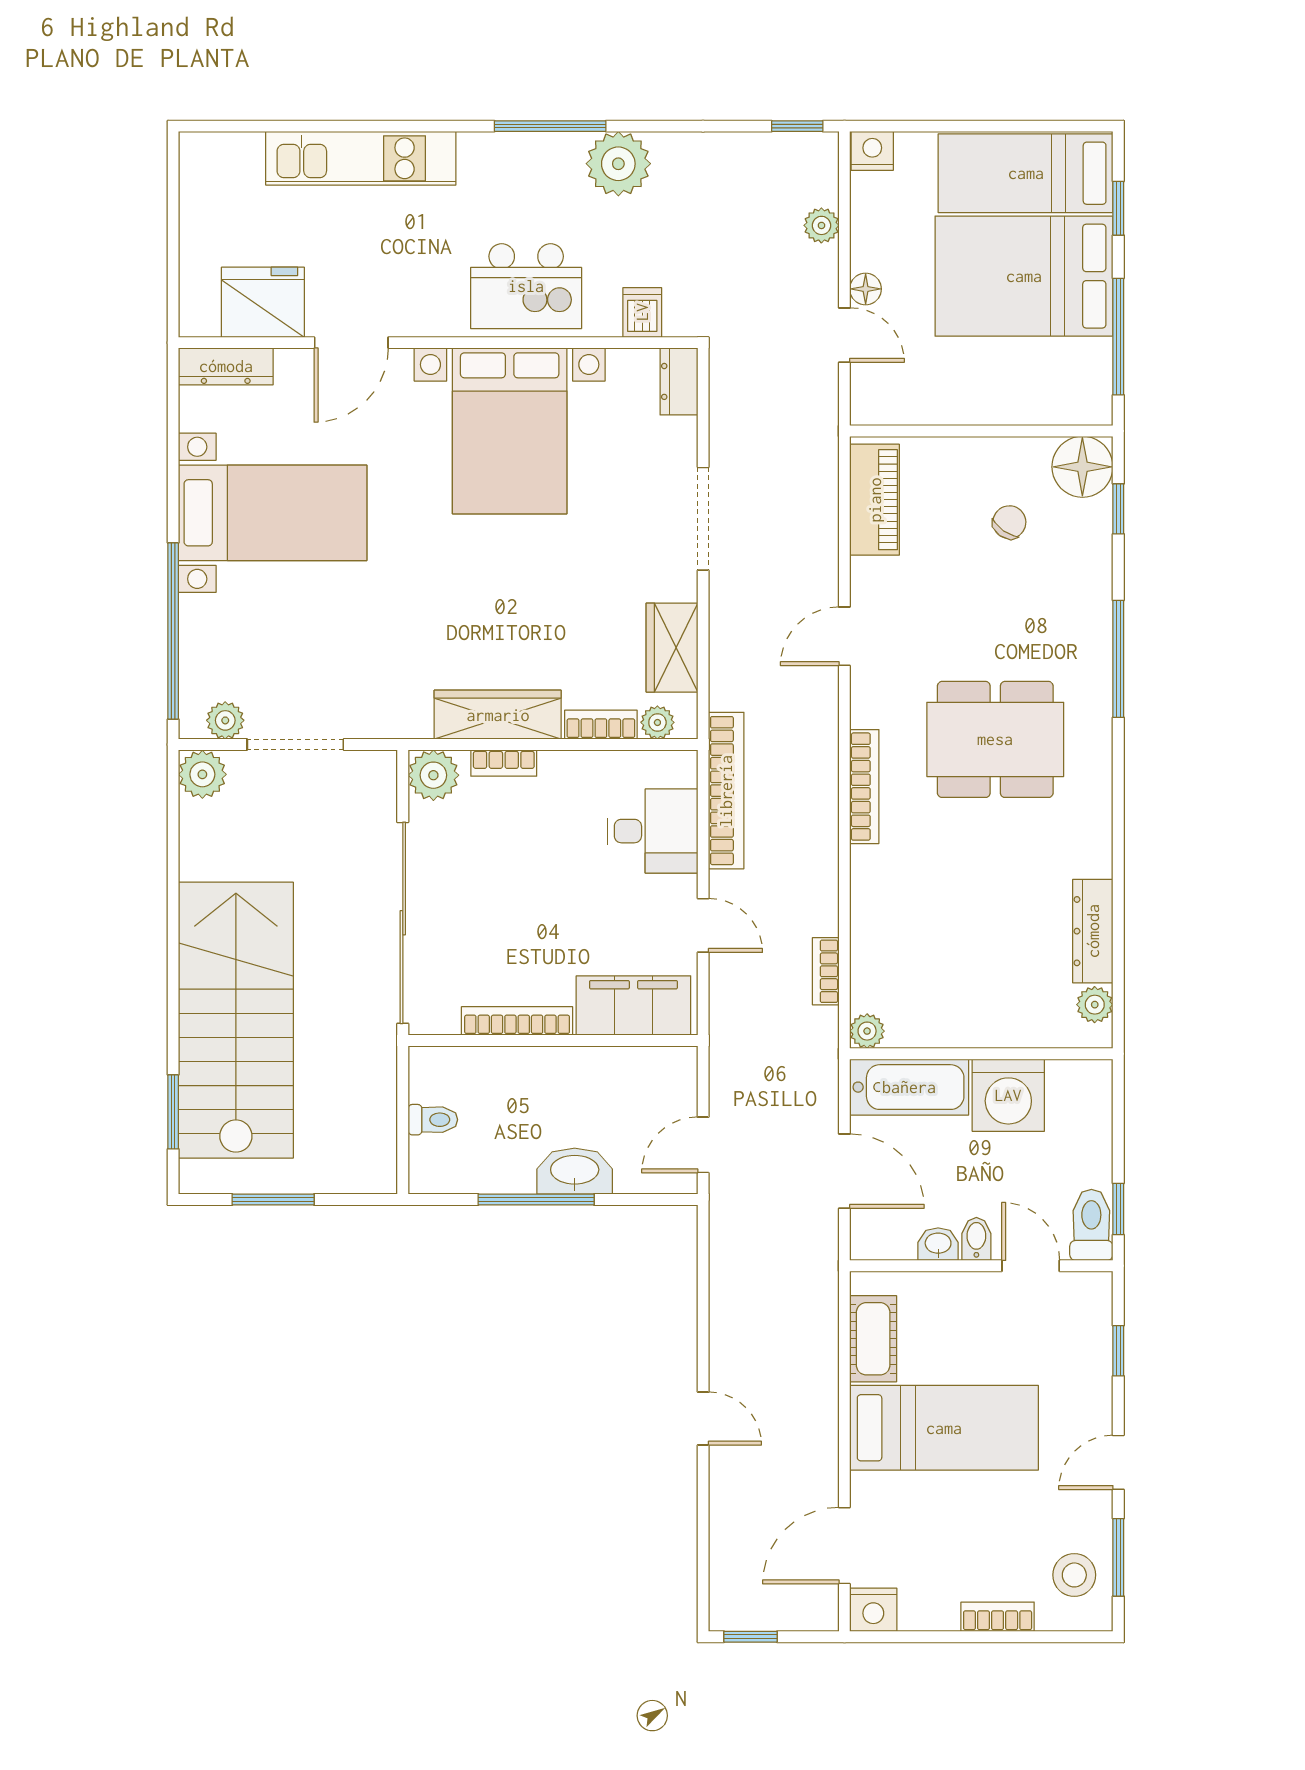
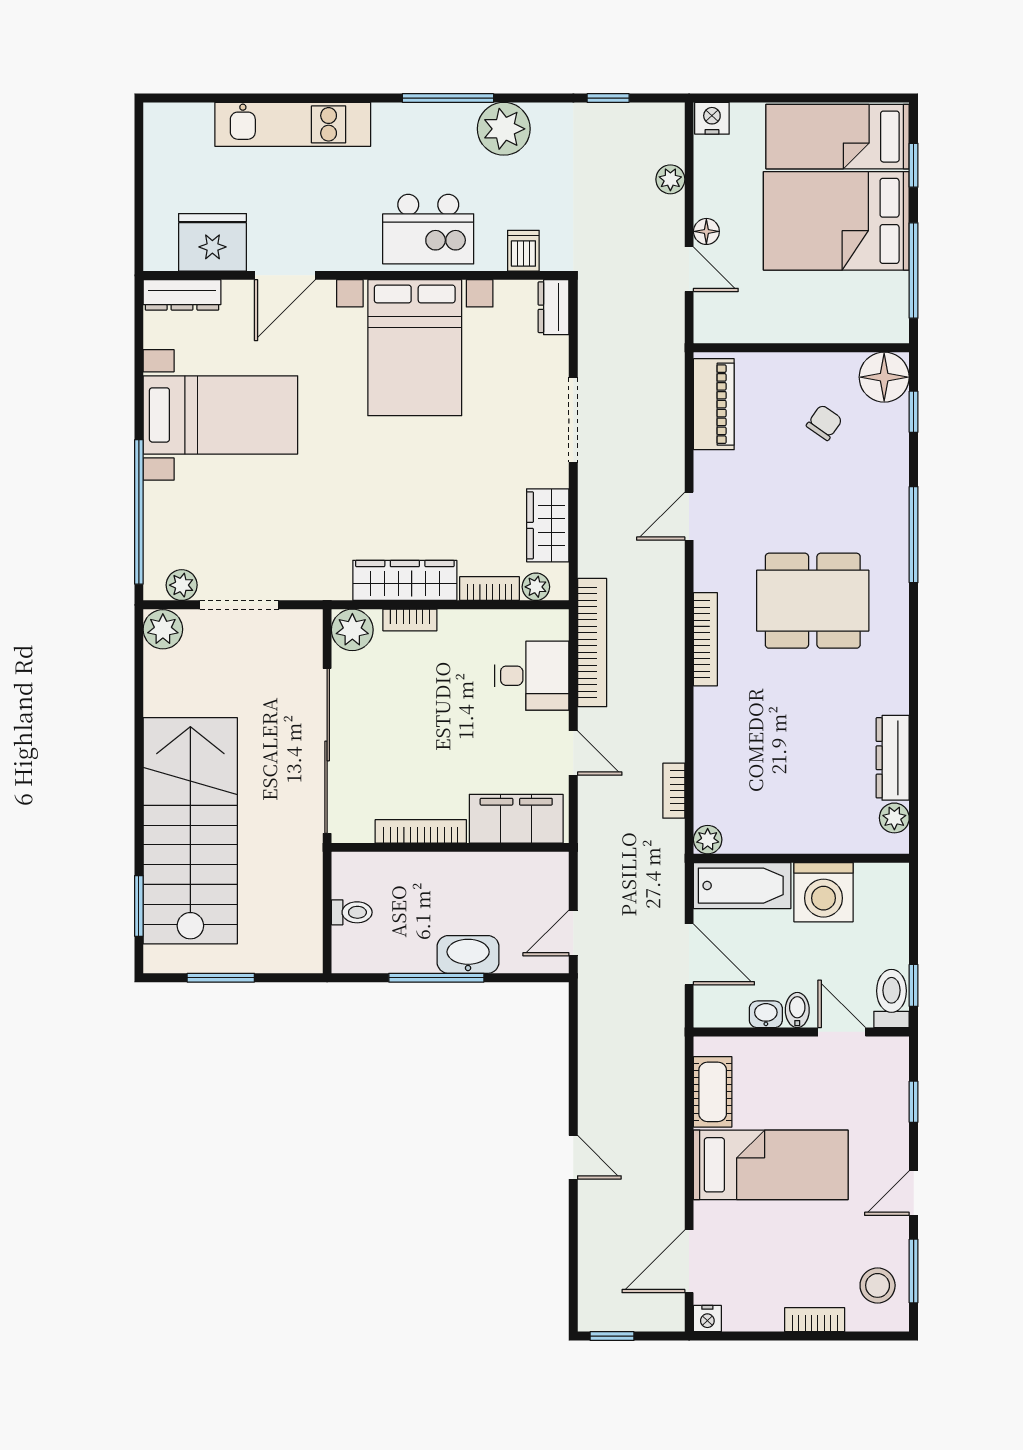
window: (797, 126) -> (608, 98), moved
nightstand: (873, 1610) -> (707, 1319), width x0.72, depth x0.74

